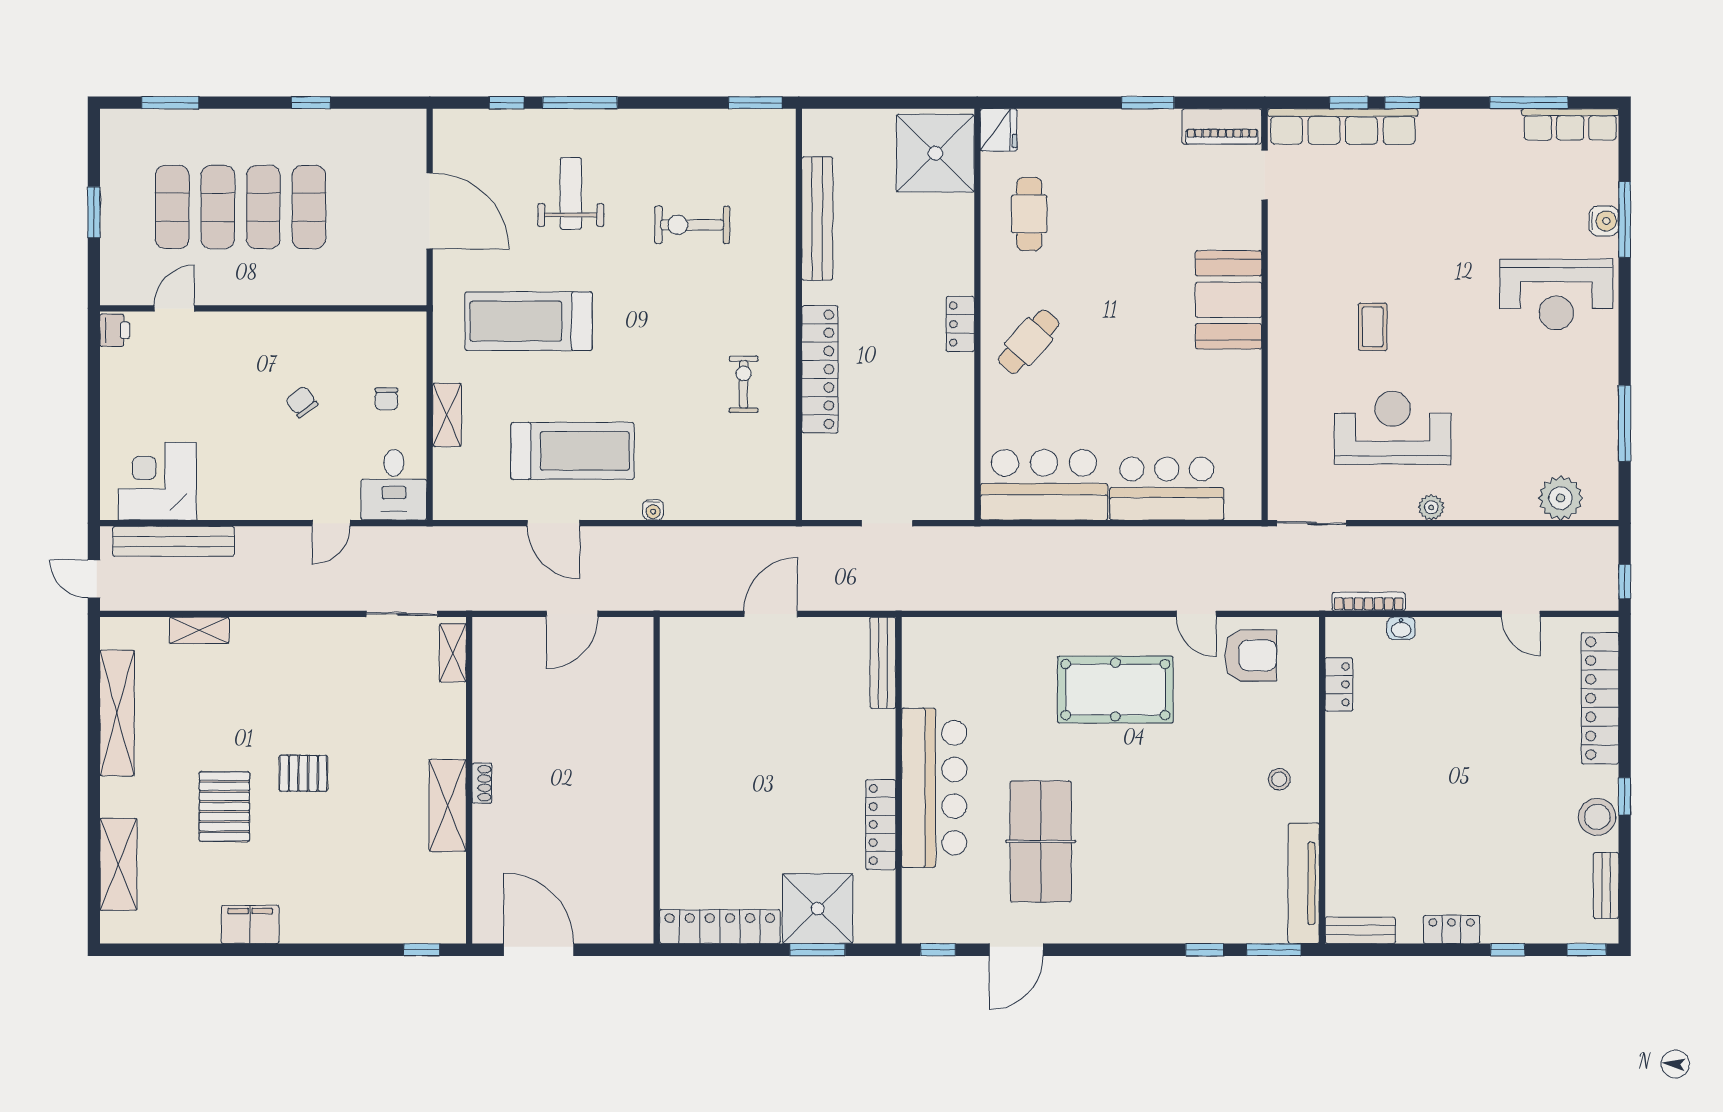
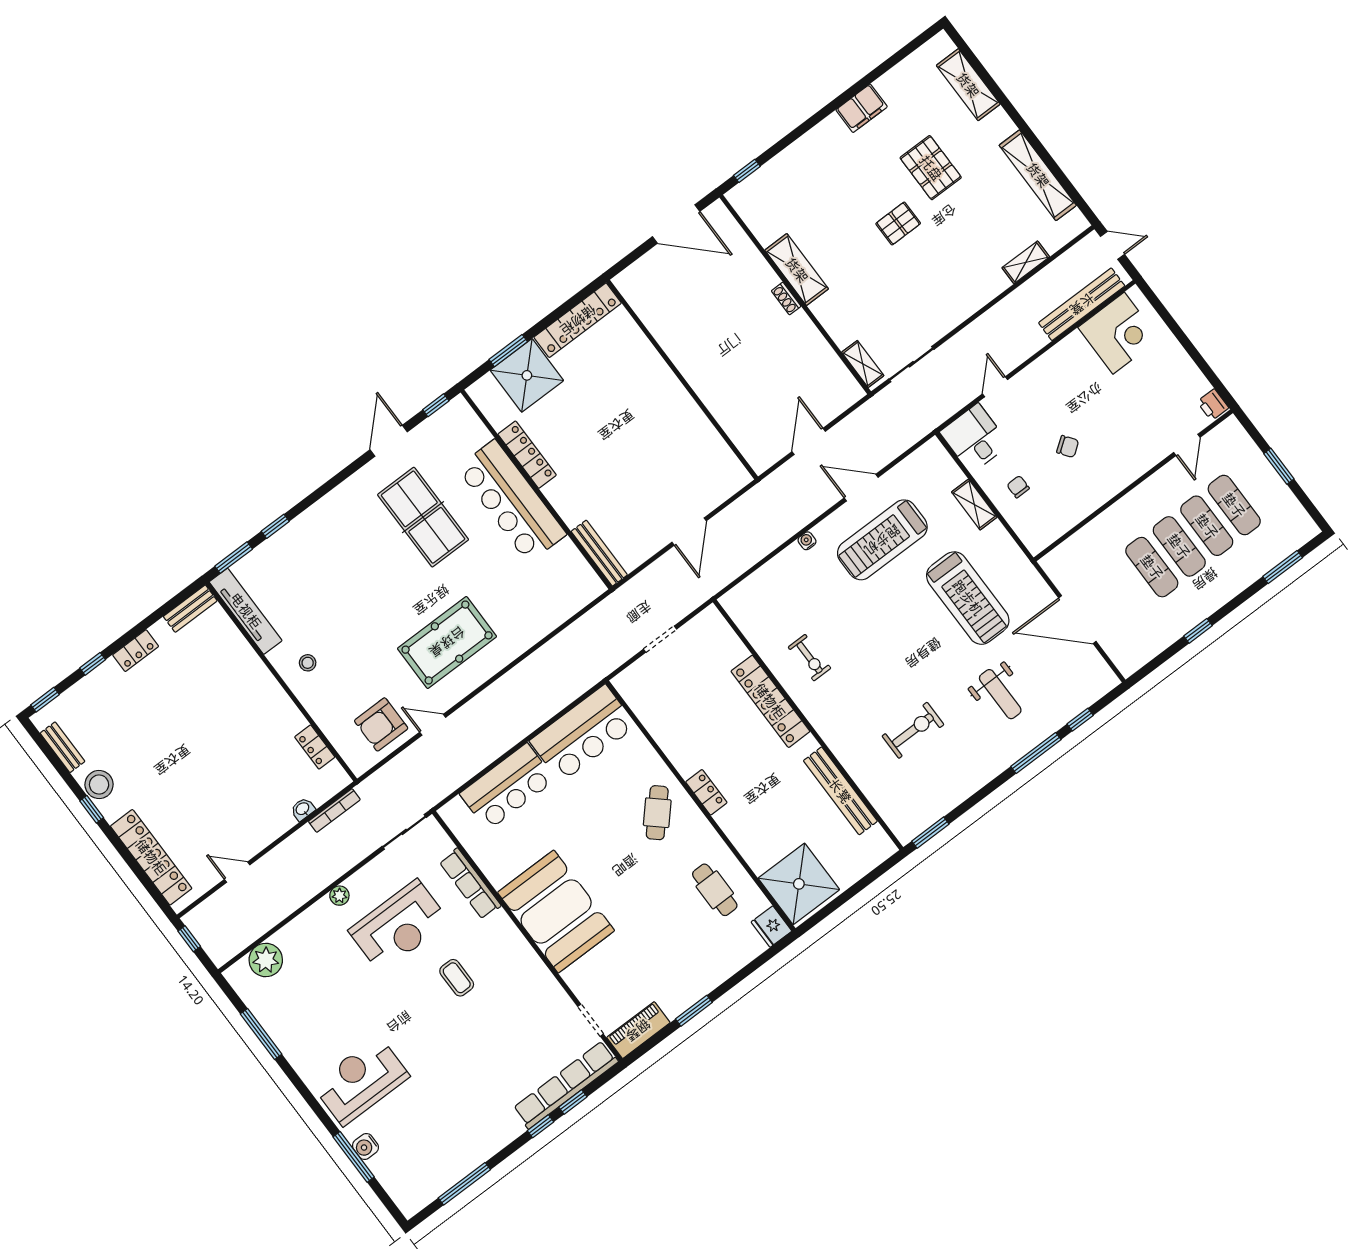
row of seats: (1570, 124) -> (470, 884), moved, turned -90
booth: (1229, 300) -> (556, 912), width x1.36, depth x1.42
treadmill: (529, 321) -> (968, 598), turned 90

